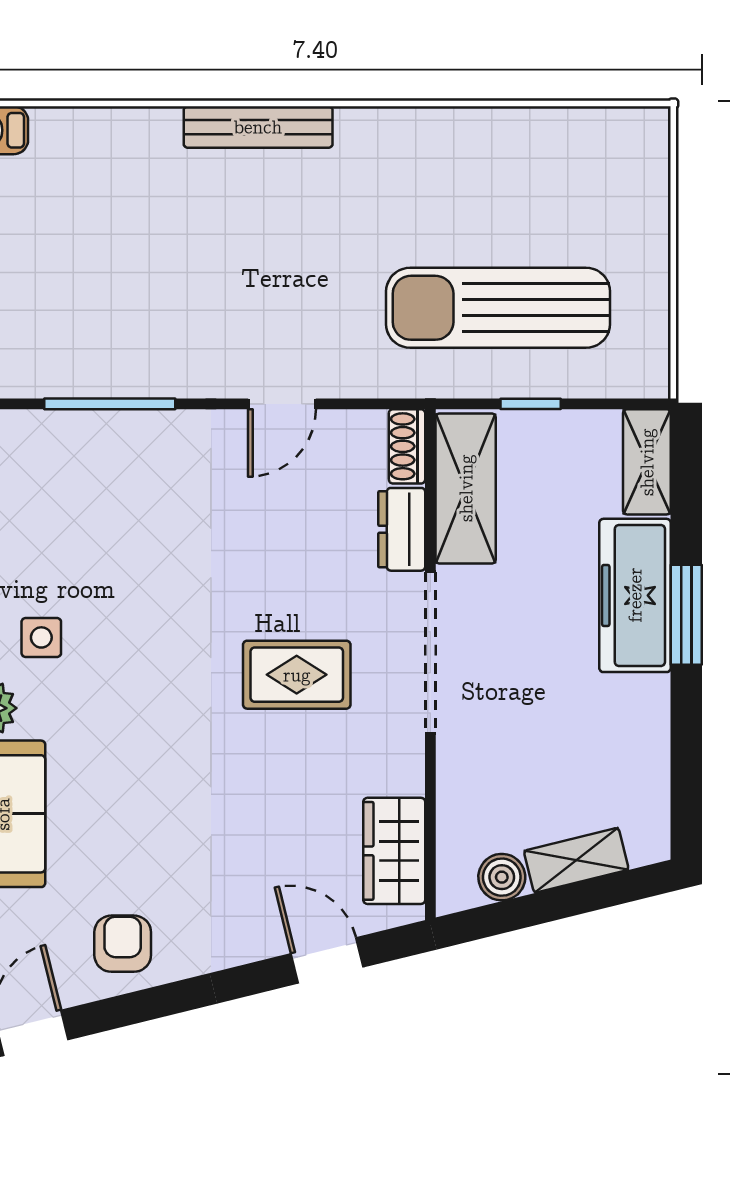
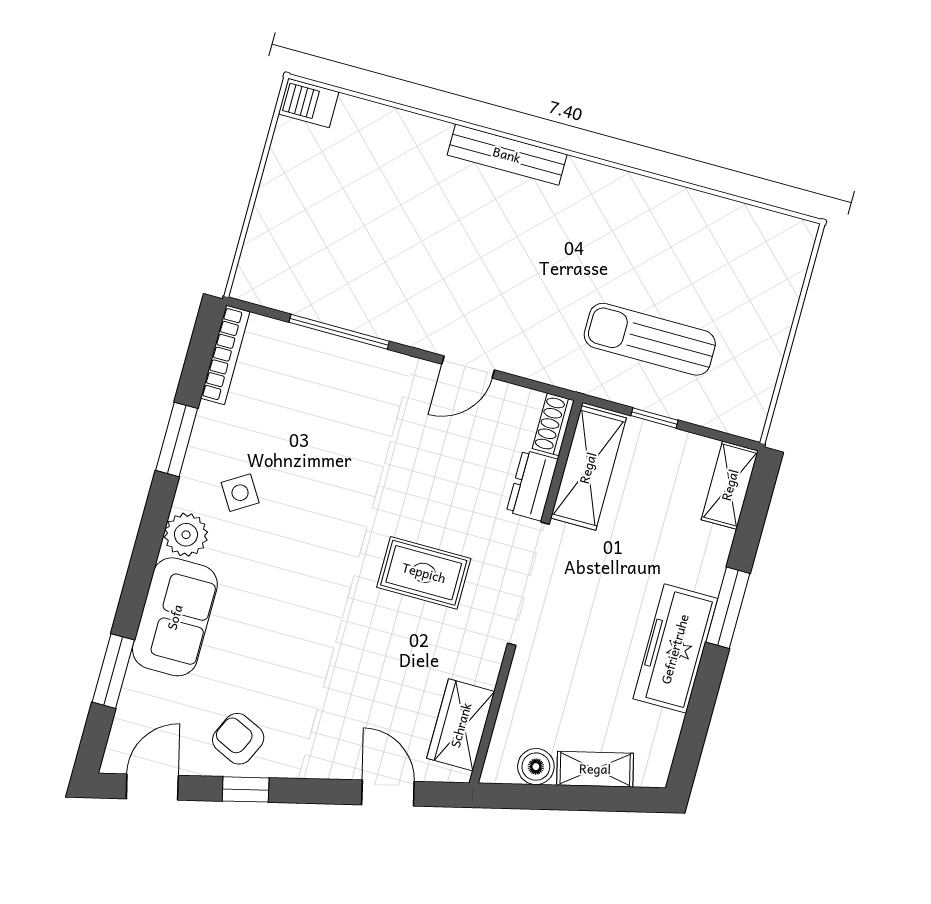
sun lounger: (498, 308) -> (650, 339), width x0.73, depth x0.75
freezer: (635, 595) -> (675, 649), moved
side table: (41, 637) -> (240, 493), turned -32
armchair: (123, 944) -> (238, 739), turned -65
window: (149, 1004) -> (246, 789), added

